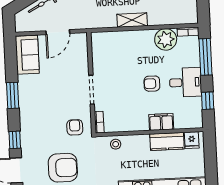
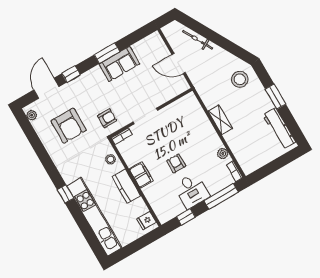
plant: (166, 39) -> (223, 154), width x0.53, depth x0.53
sofa: (27, 55) -> (119, 64), moved
filing cabinet: (161, 122) -> (141, 175), moved
kitchen counter: (167, 141) -> (126, 186), moved

